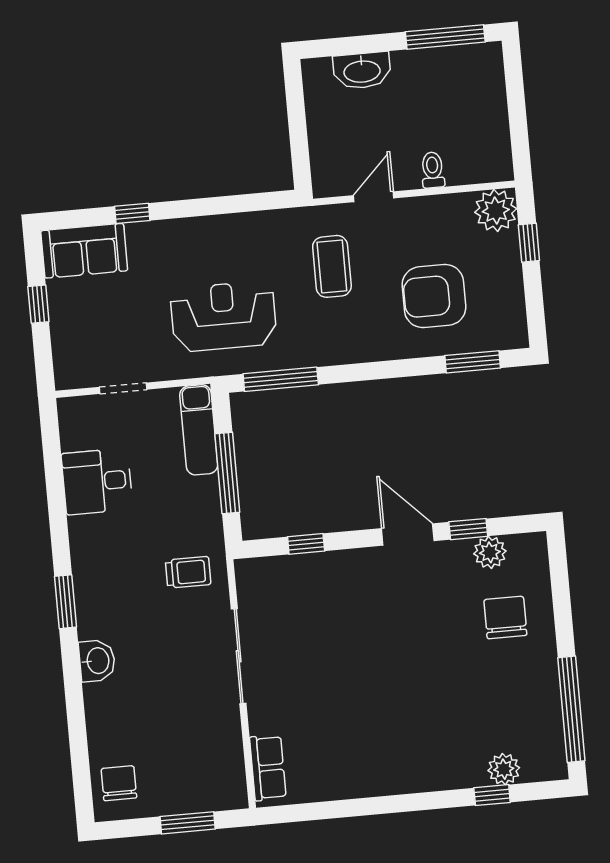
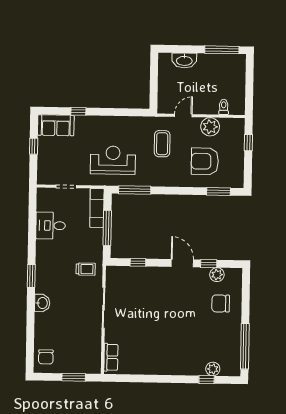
toilet: (433, 170) -> (224, 107), moved
plant: (496, 211) -> (210, 127), moved
chair: (505, 617) -> (221, 303), turned -90
chair: (119, 783) -> (46, 357), turned 180

